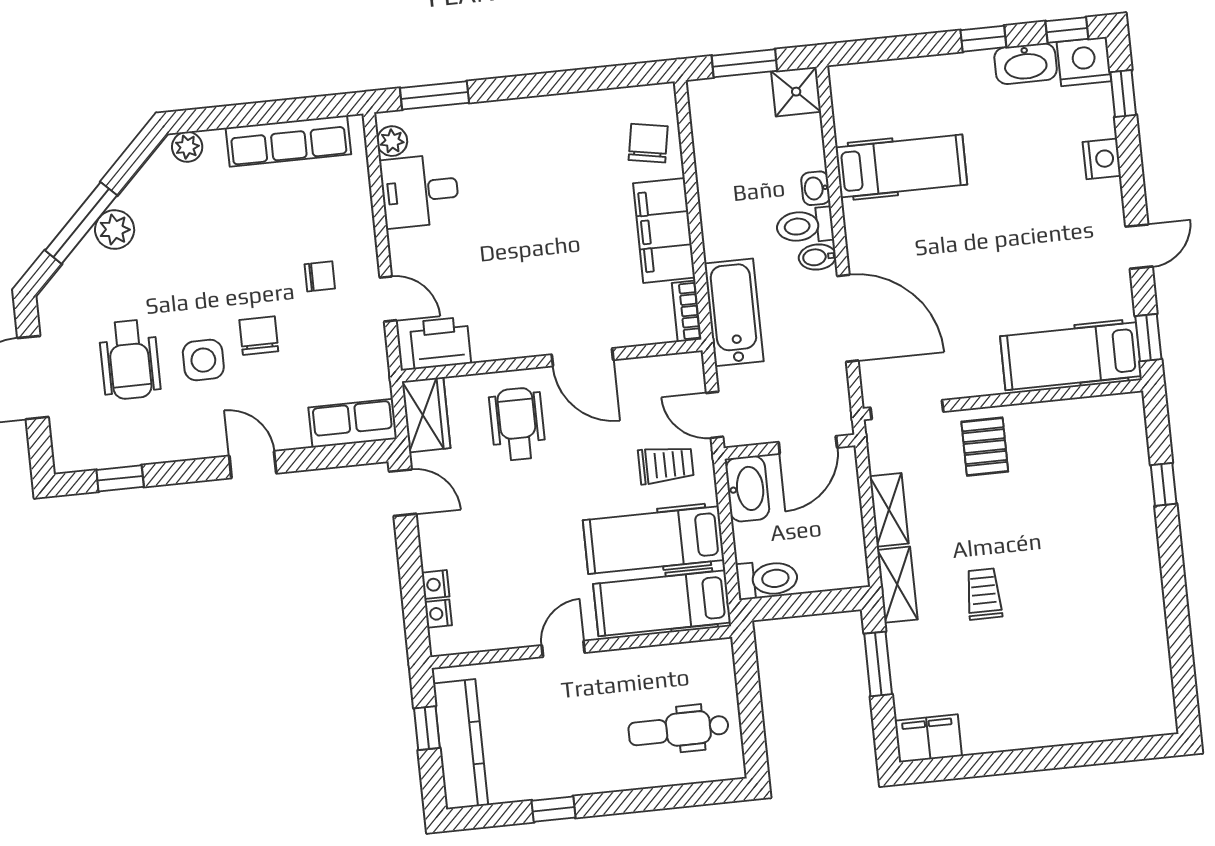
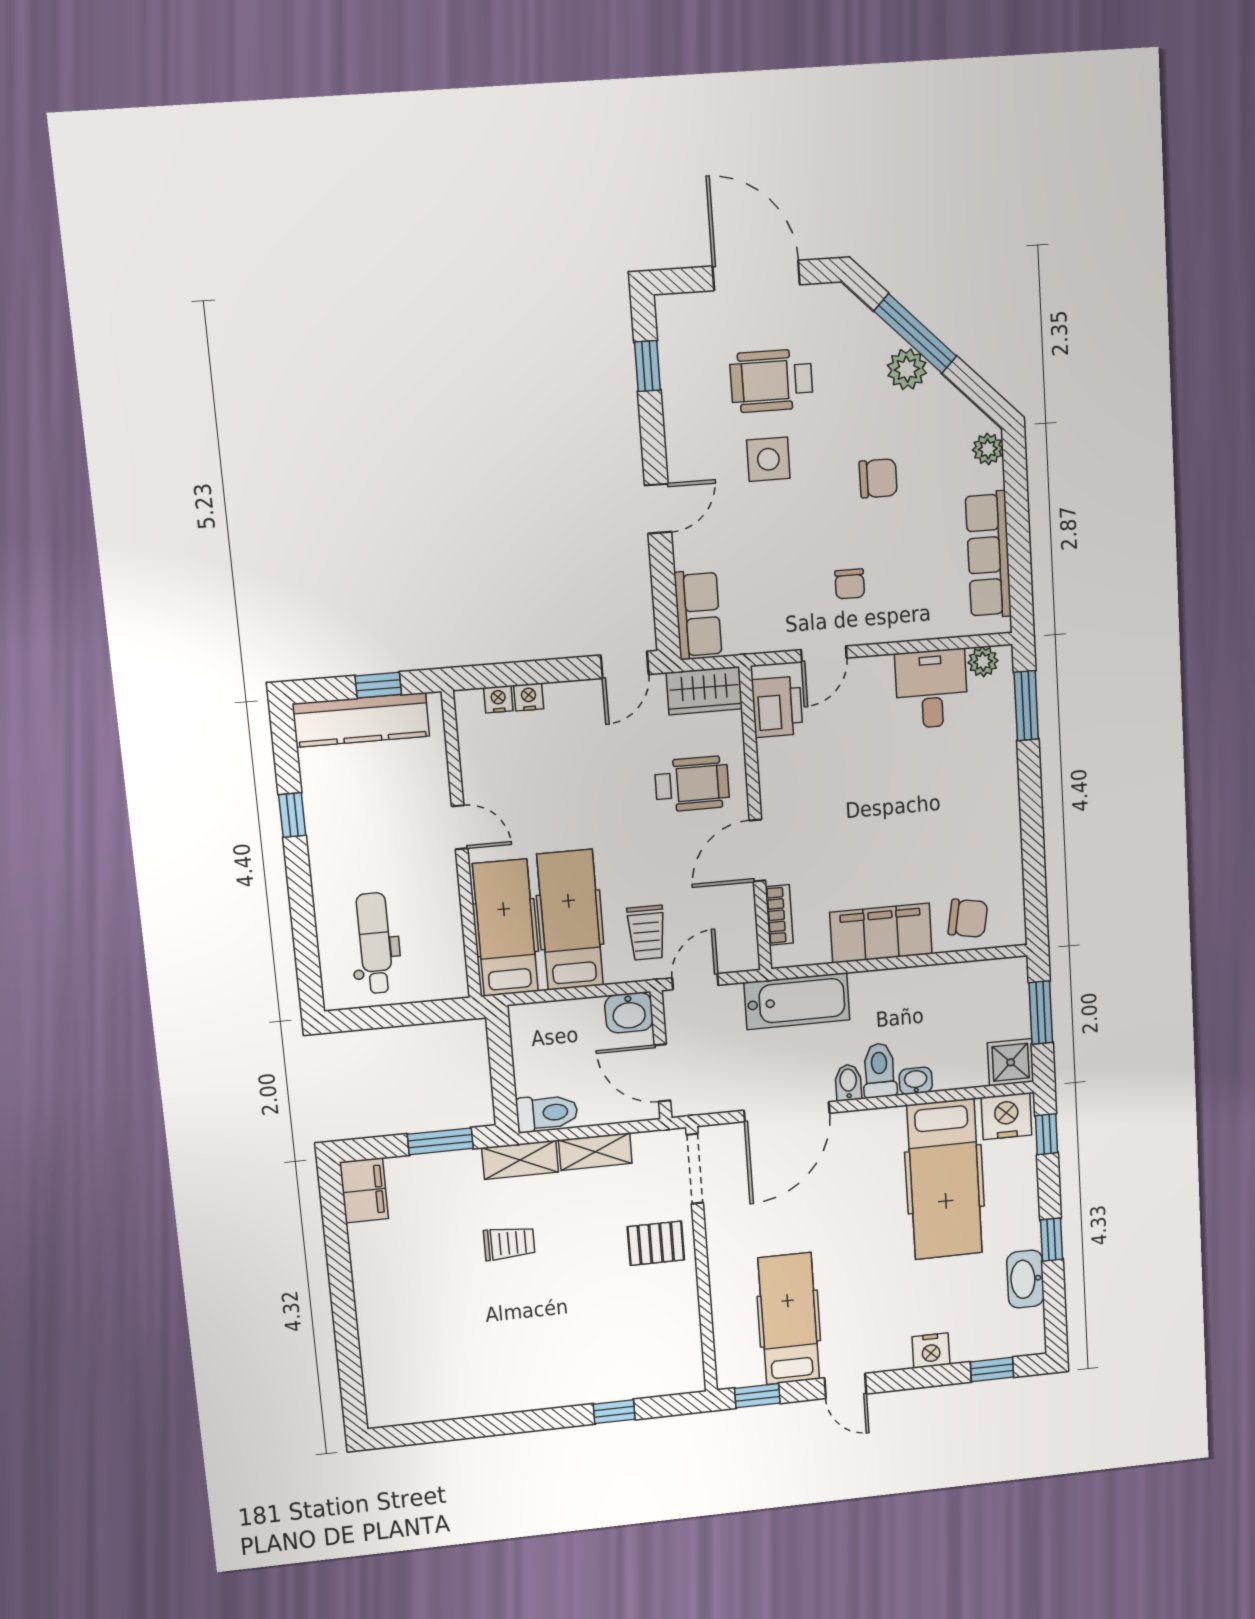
window: (1067, 30) -> (1047, 1134), moved
nightstand: (1084, 62) -> (1006, 1116), moved, turned -90
hospital bed: (901, 166) -> (945, 1179), width x1.37, depth x1.29
bookcase: (687, 311) -> (779, 915), moved, turned 90
chair: (259, 336) -> (878, 478), moved
hospital bed: (1071, 356) -> (789, 1319), moved
washbasin: (747, 489) -> (629, 1013), width x0.72
toilet: (767, 579) -> (547, 1113), moved, turned -90

